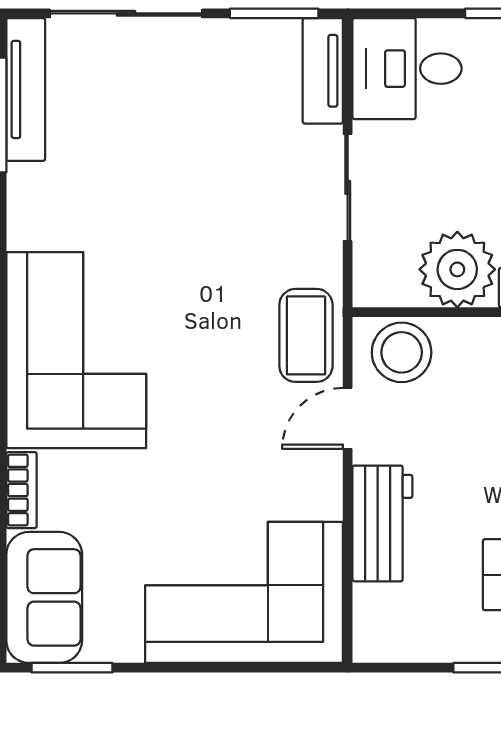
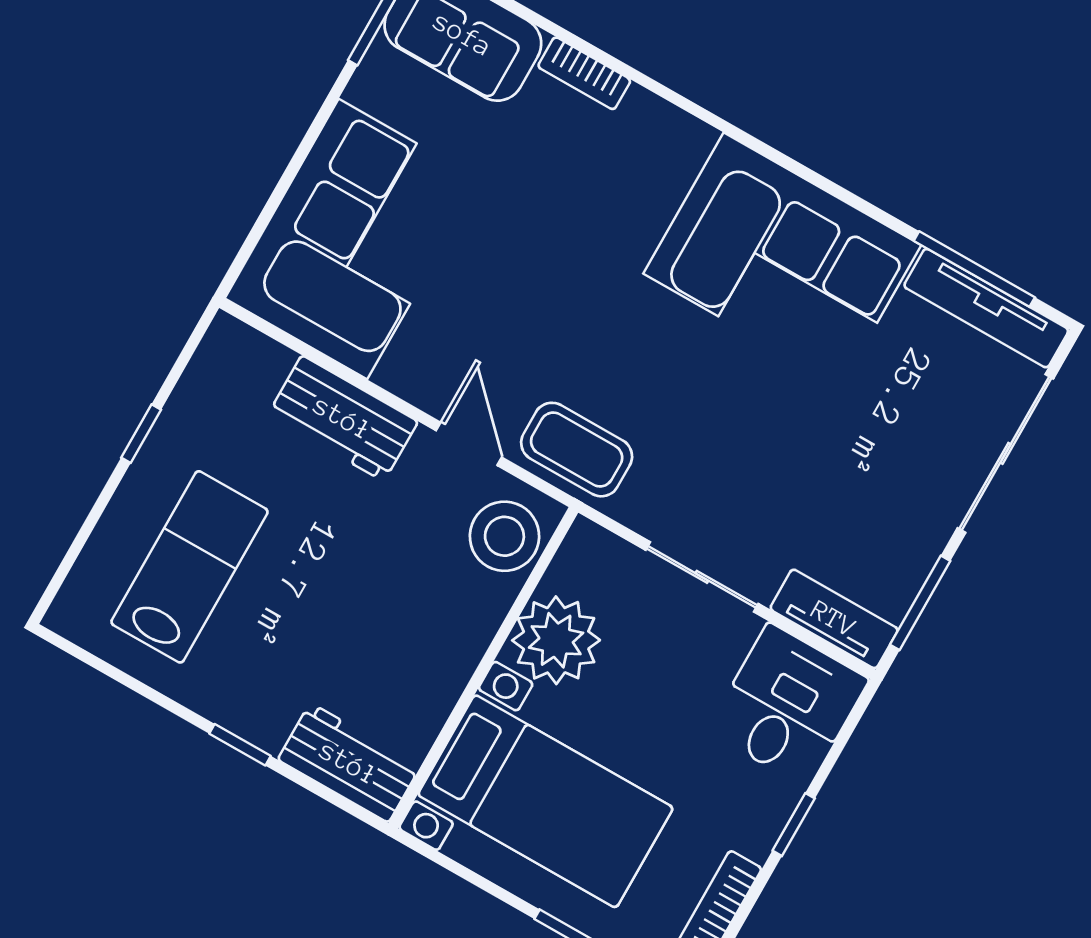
corner sofa: (76, 350) -> (782, 259), moved

